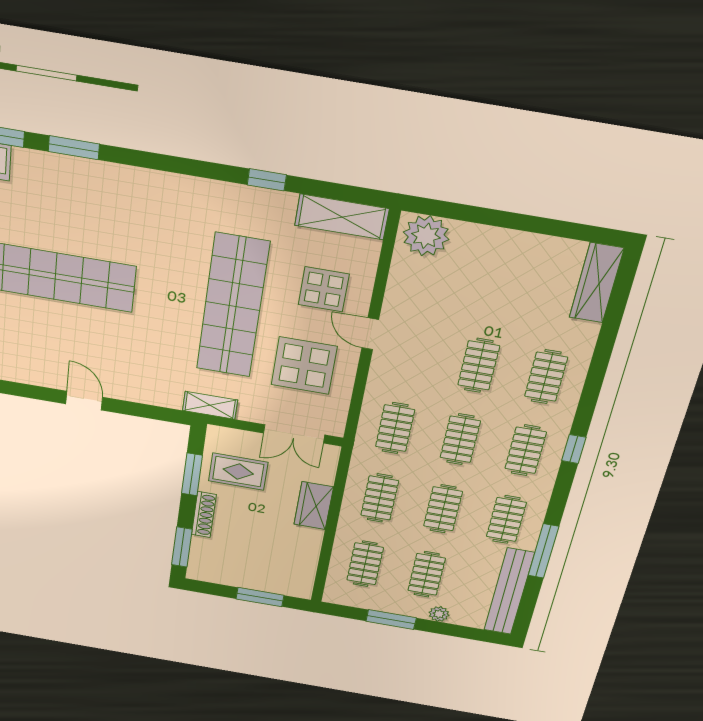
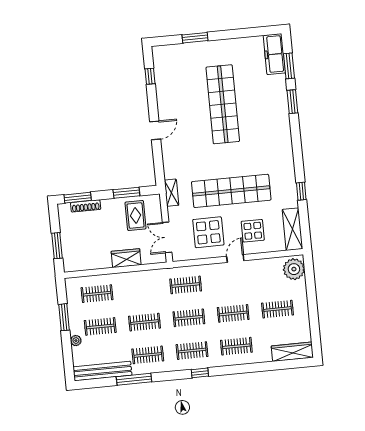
clothes rail: (380, 498) -> (277, 309), moved
shoe rack: (204, 515) -> (86, 206), moved

